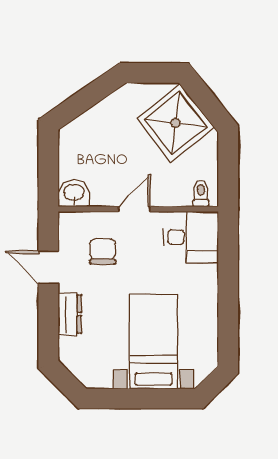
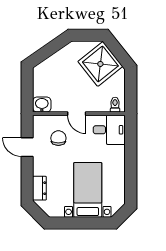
door: (134, 209) -> (77, 114), swing flipped
dresser: (70, 314) -> (39, 188), moved

